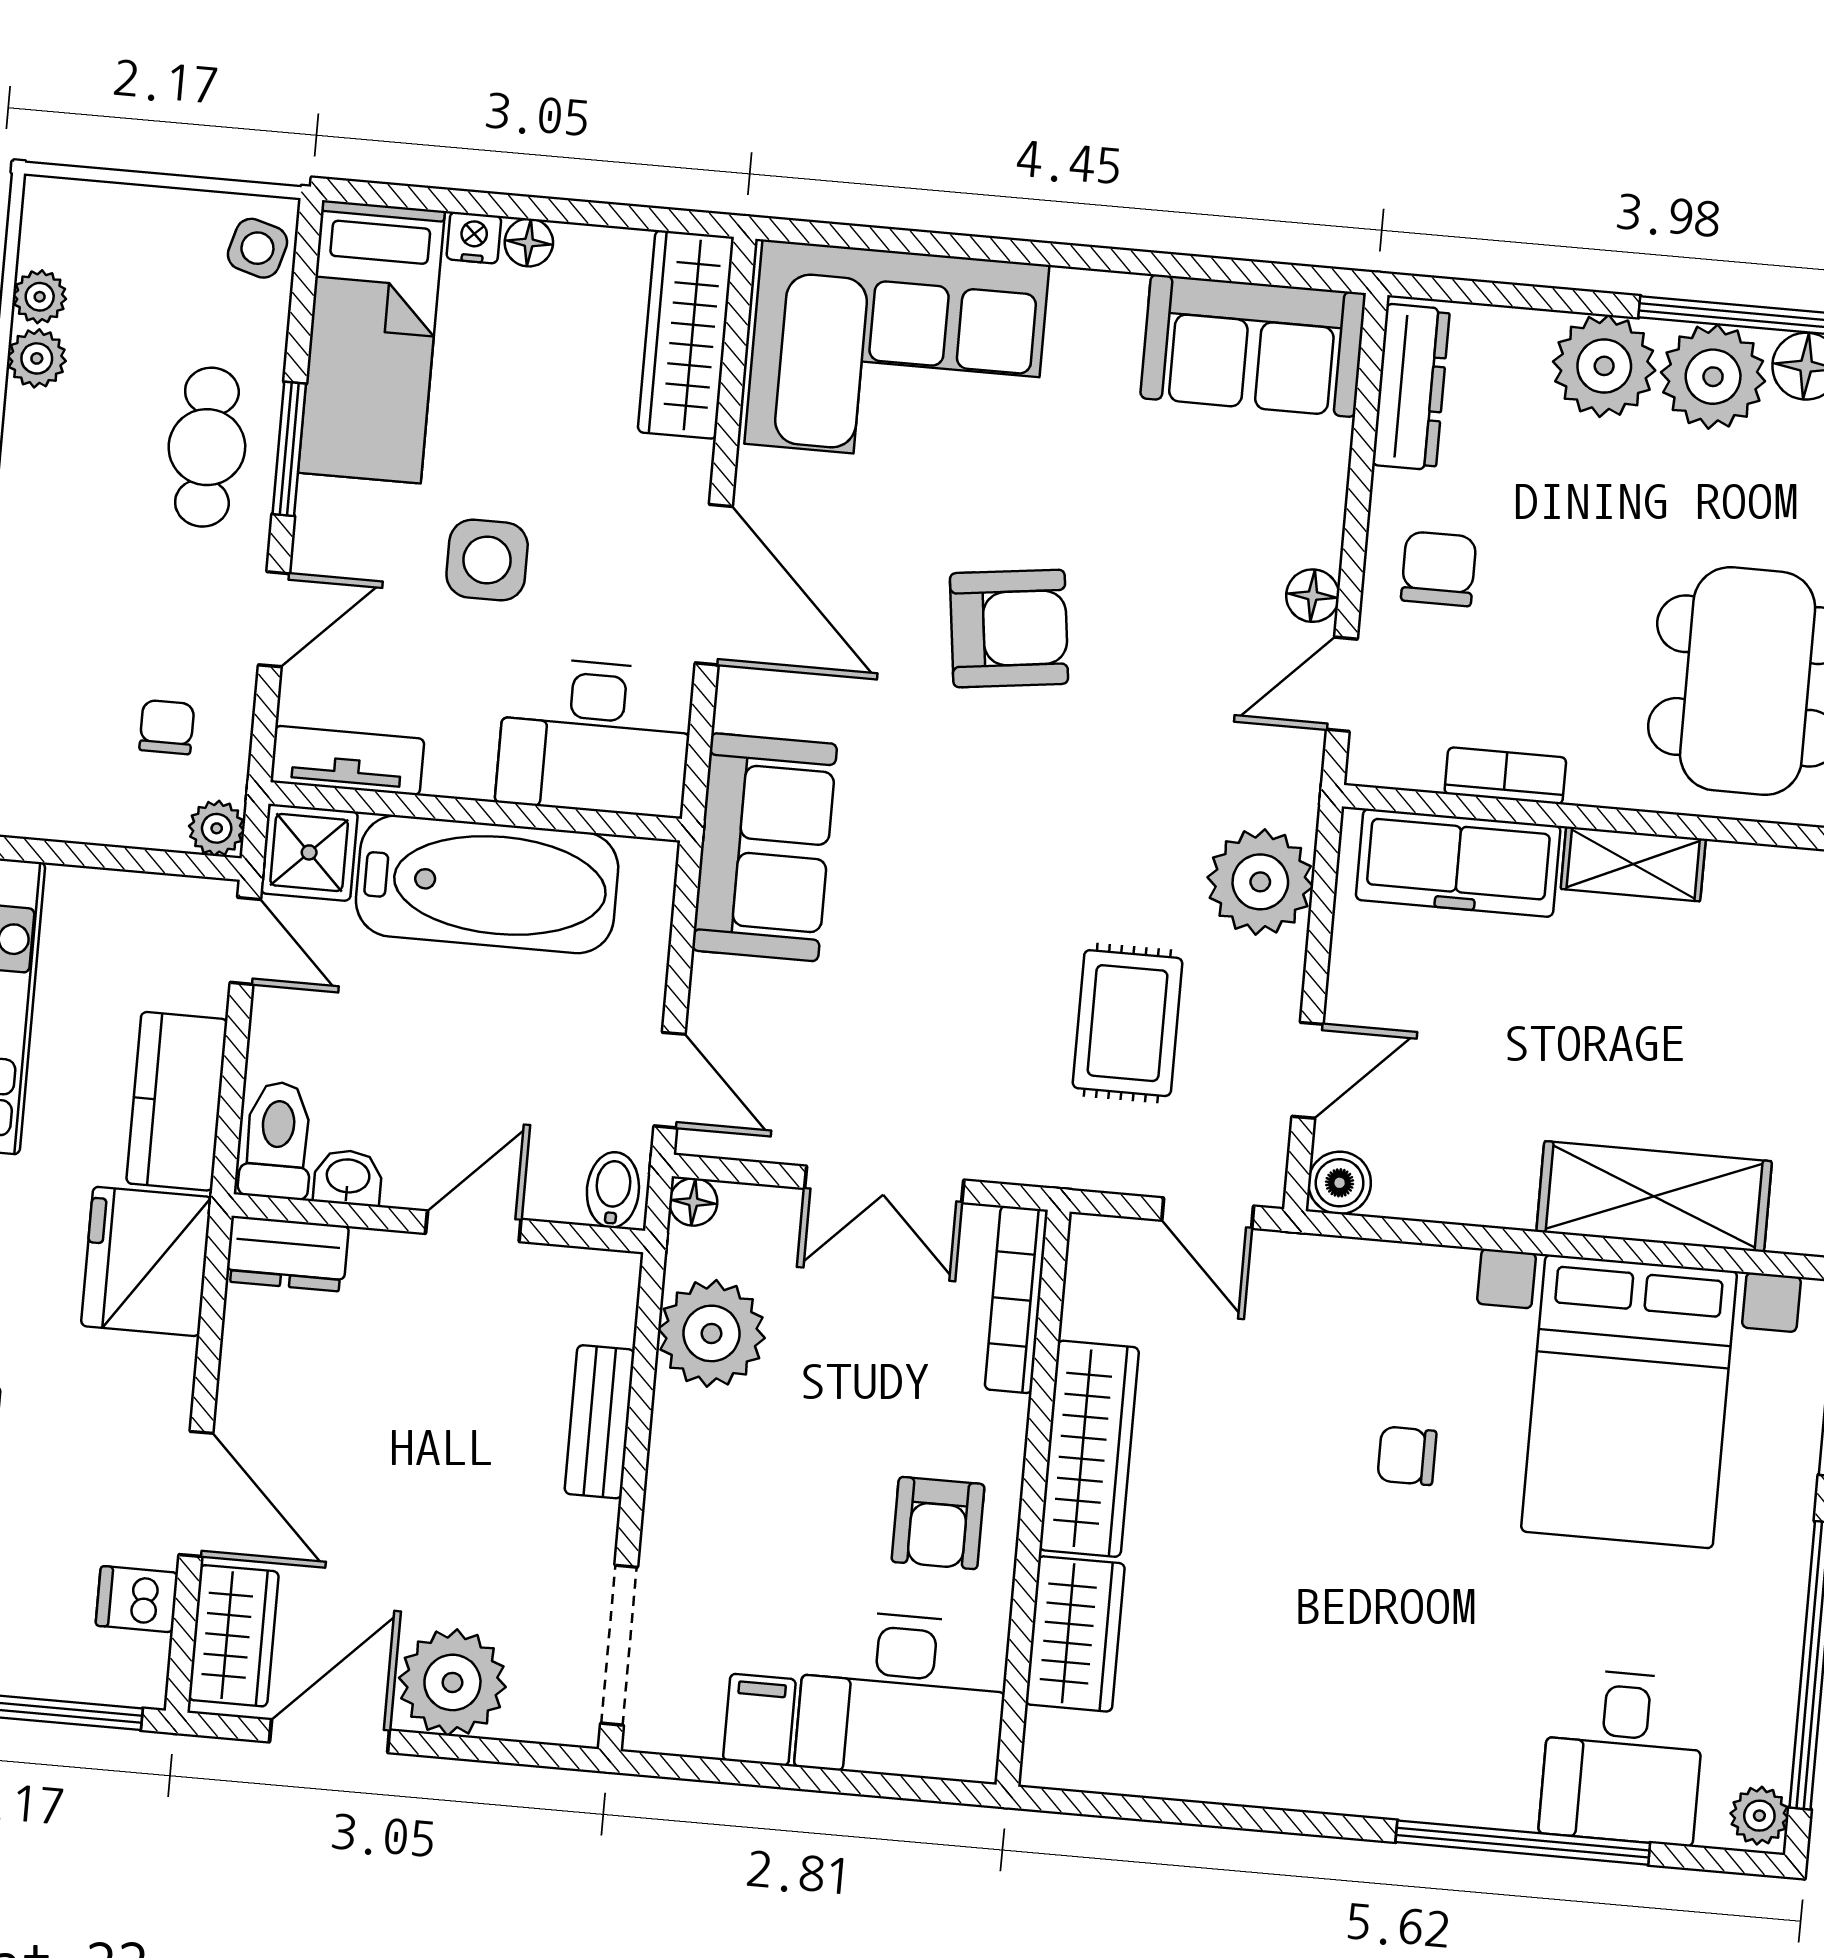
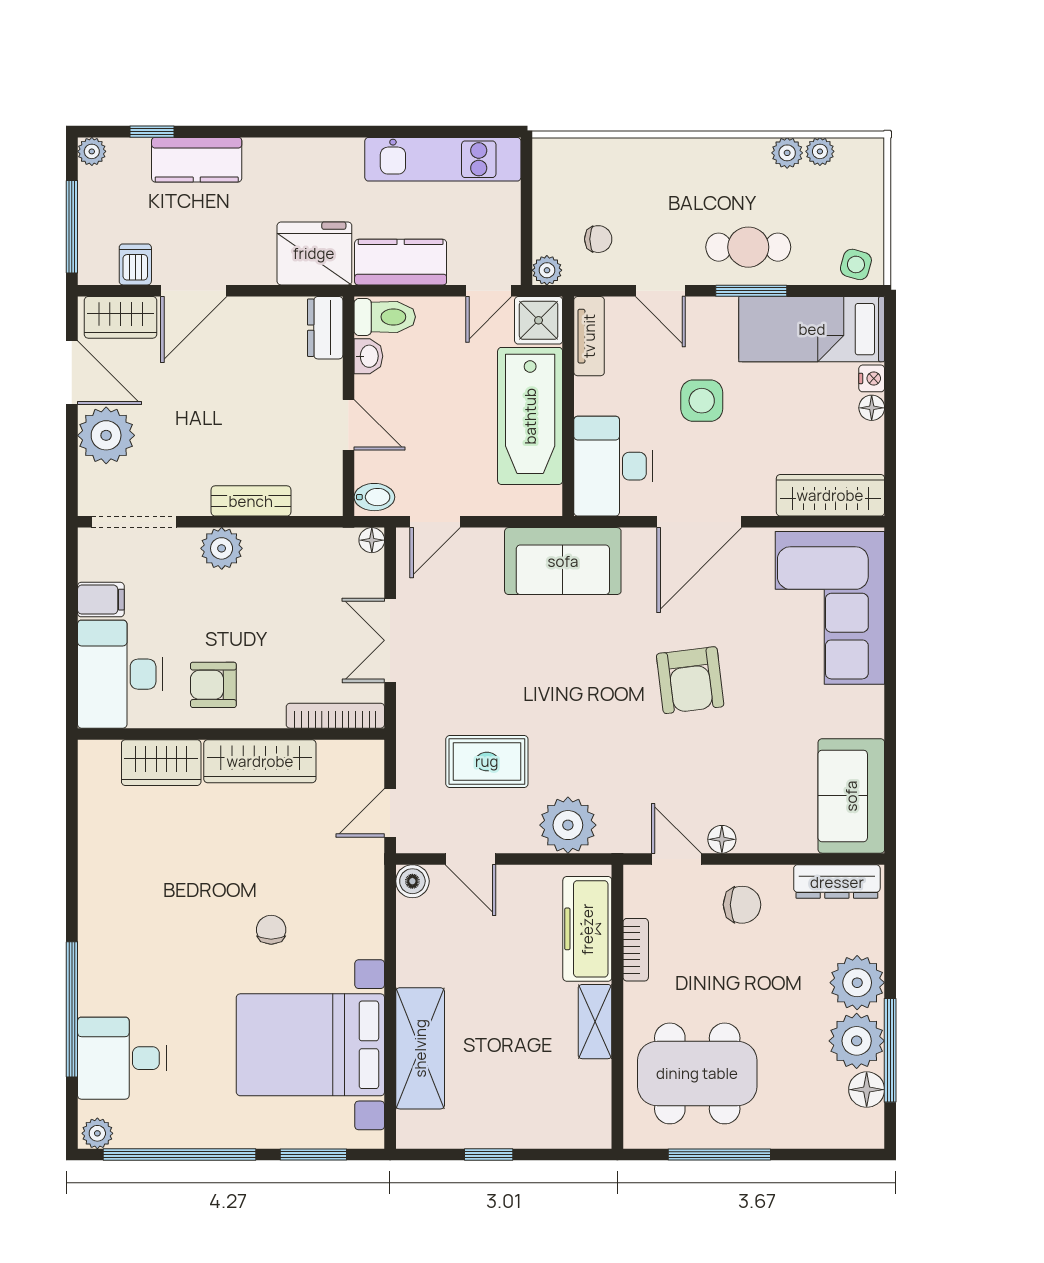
plant: (712, 1333) -> (222, 548), moved, width x0.73, depth x0.73

